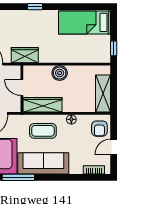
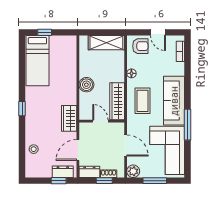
window: (114, 48) -> (45, 32), moved
door: (22, 87) -> (100, 121), swing flipped

